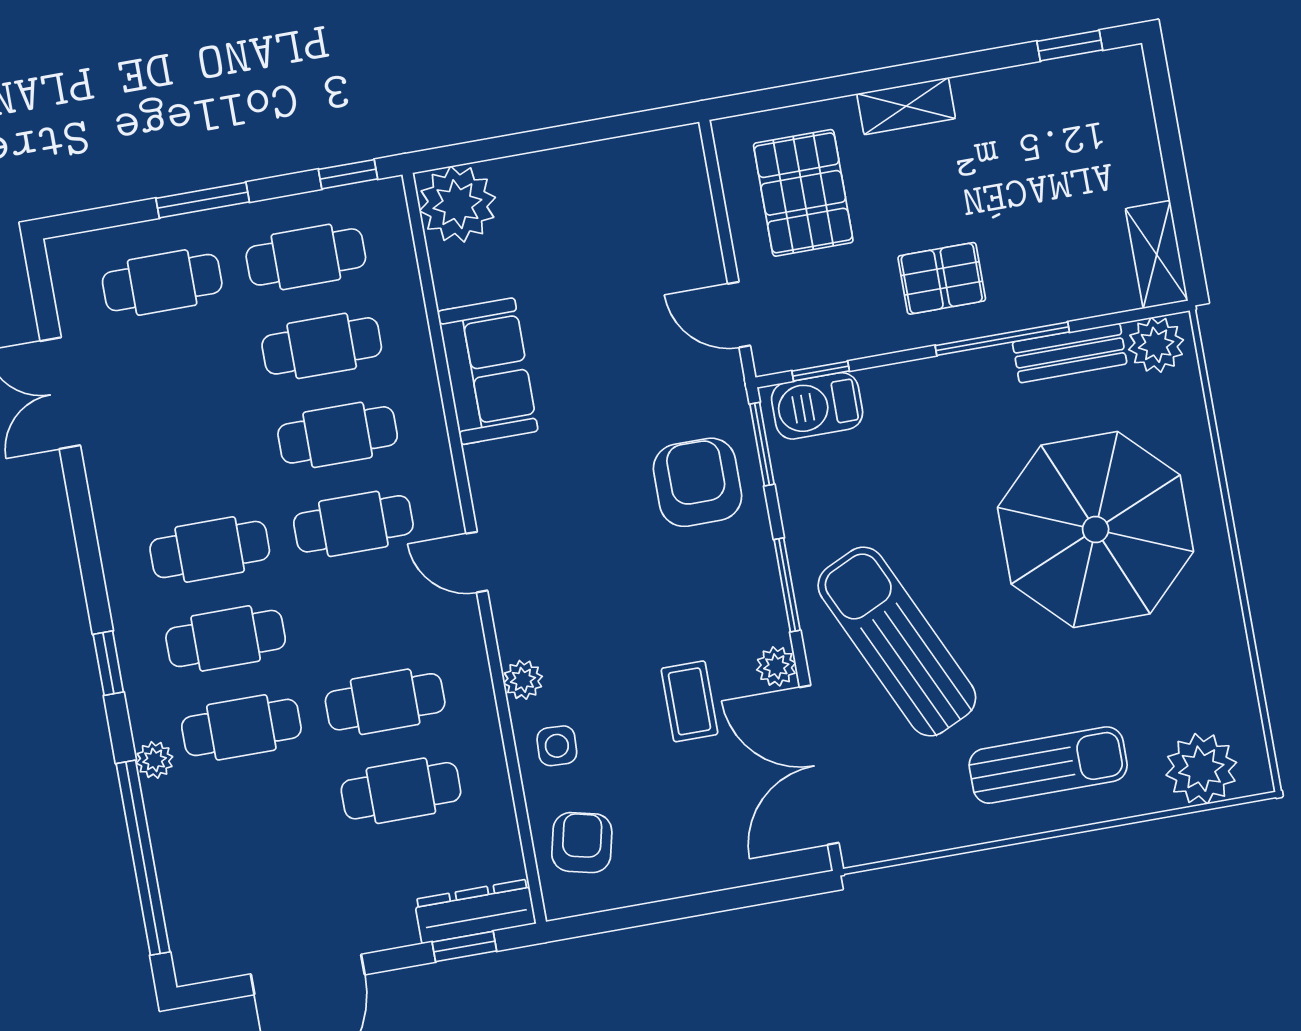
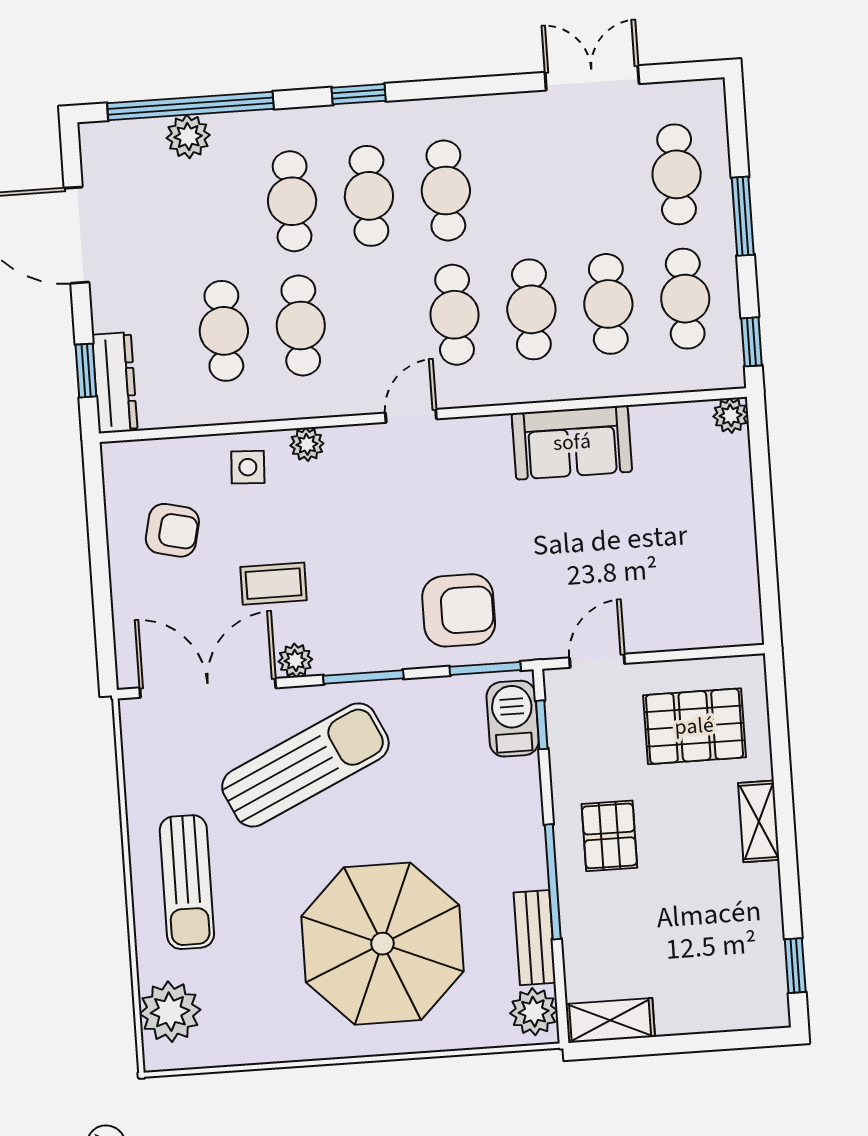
plant: (457, 204) -> (731, 415), width x0.53, depth x0.53
plant: (155, 760) -> (188, 136), moved, width x1.38, depth x1.38
armchair: (582, 843) -> (172, 530), moved

